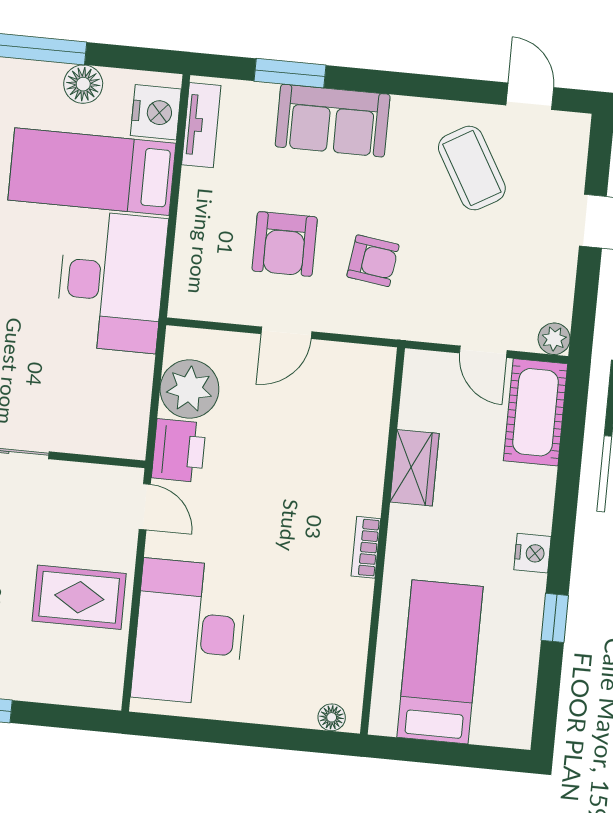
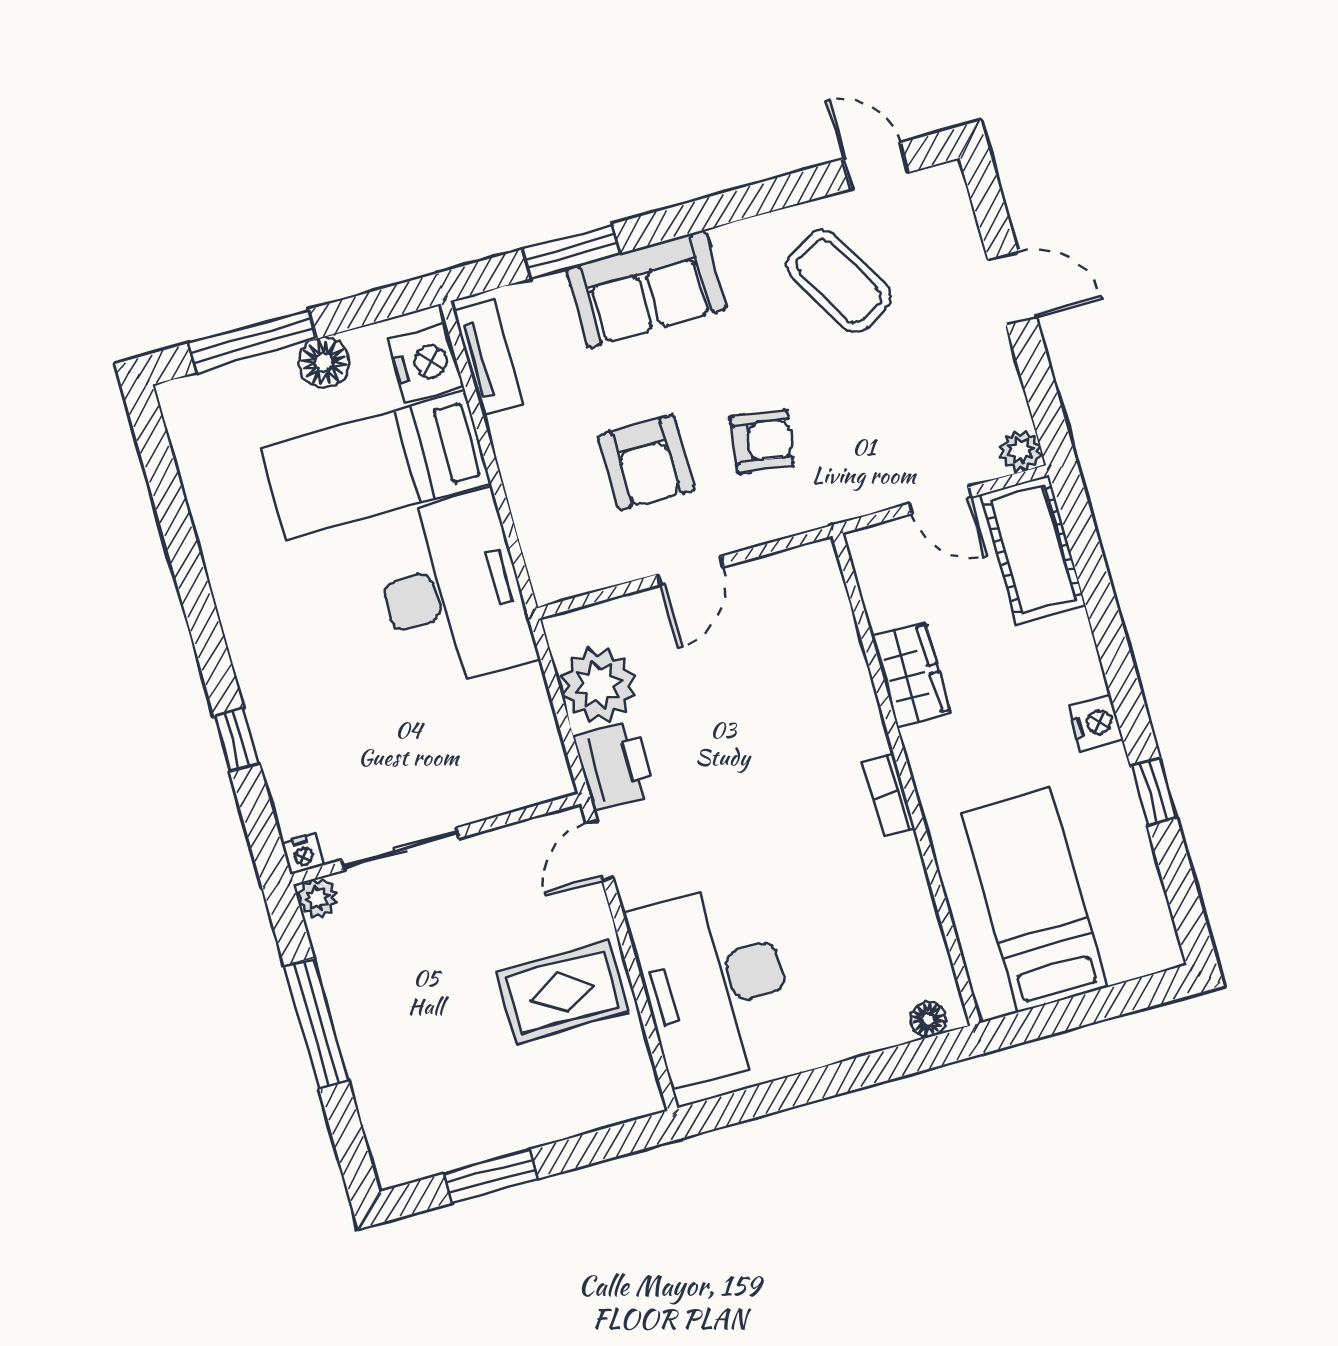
door: (145, 507) -> (600, 850), swing flipped

